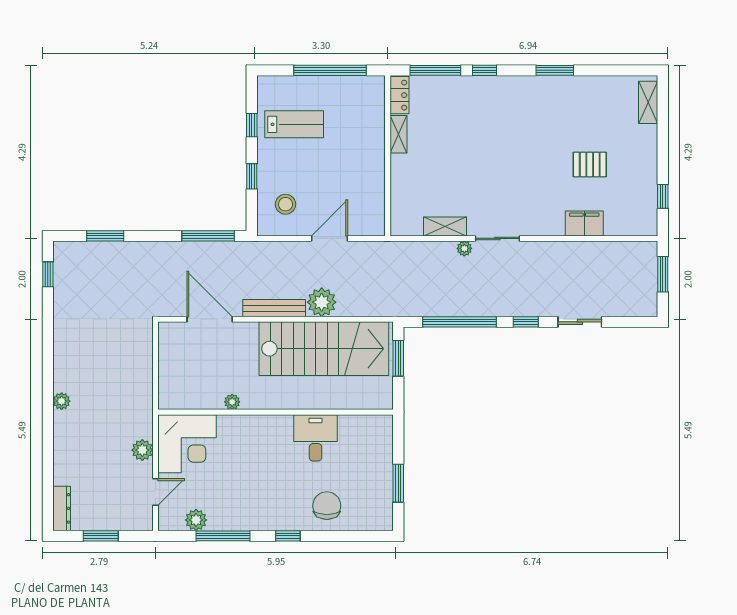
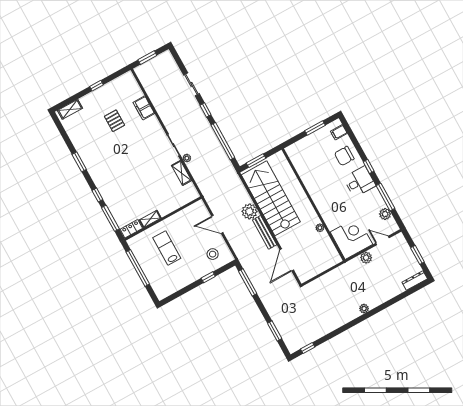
lab bench: (294, 124) -> (167, 248), moved
window: (252, 125) -> (184, 291), removed
window: (663, 196) -> (97, 86), moved
desk: (315, 438) -> (360, 182), moved, turned 180
filing cabinet: (370, 518) -> (339, 132), added

